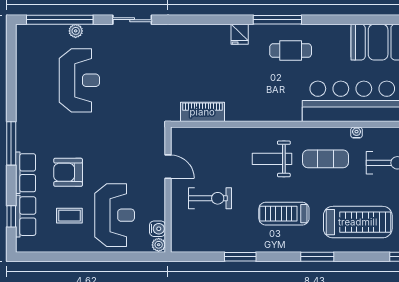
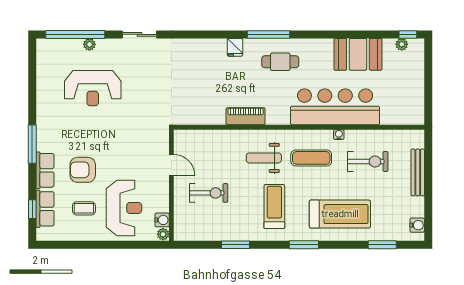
reception desk: (79, 80) -> (93, 88), turned 90
piano: (202, 112) -> (246, 116), moved
treadmill: (284, 214) -> (274, 207), turned 90

